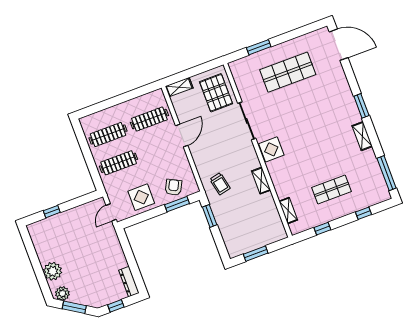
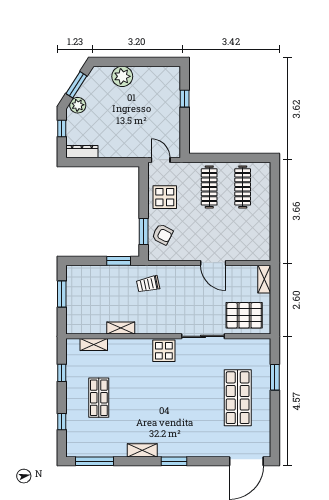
clothes rail: (149, 119) -> (243, 236), removed
shelving: (261, 181) -> (121, 328), moved
plant: (62, 293) -> (78, 105), moved

